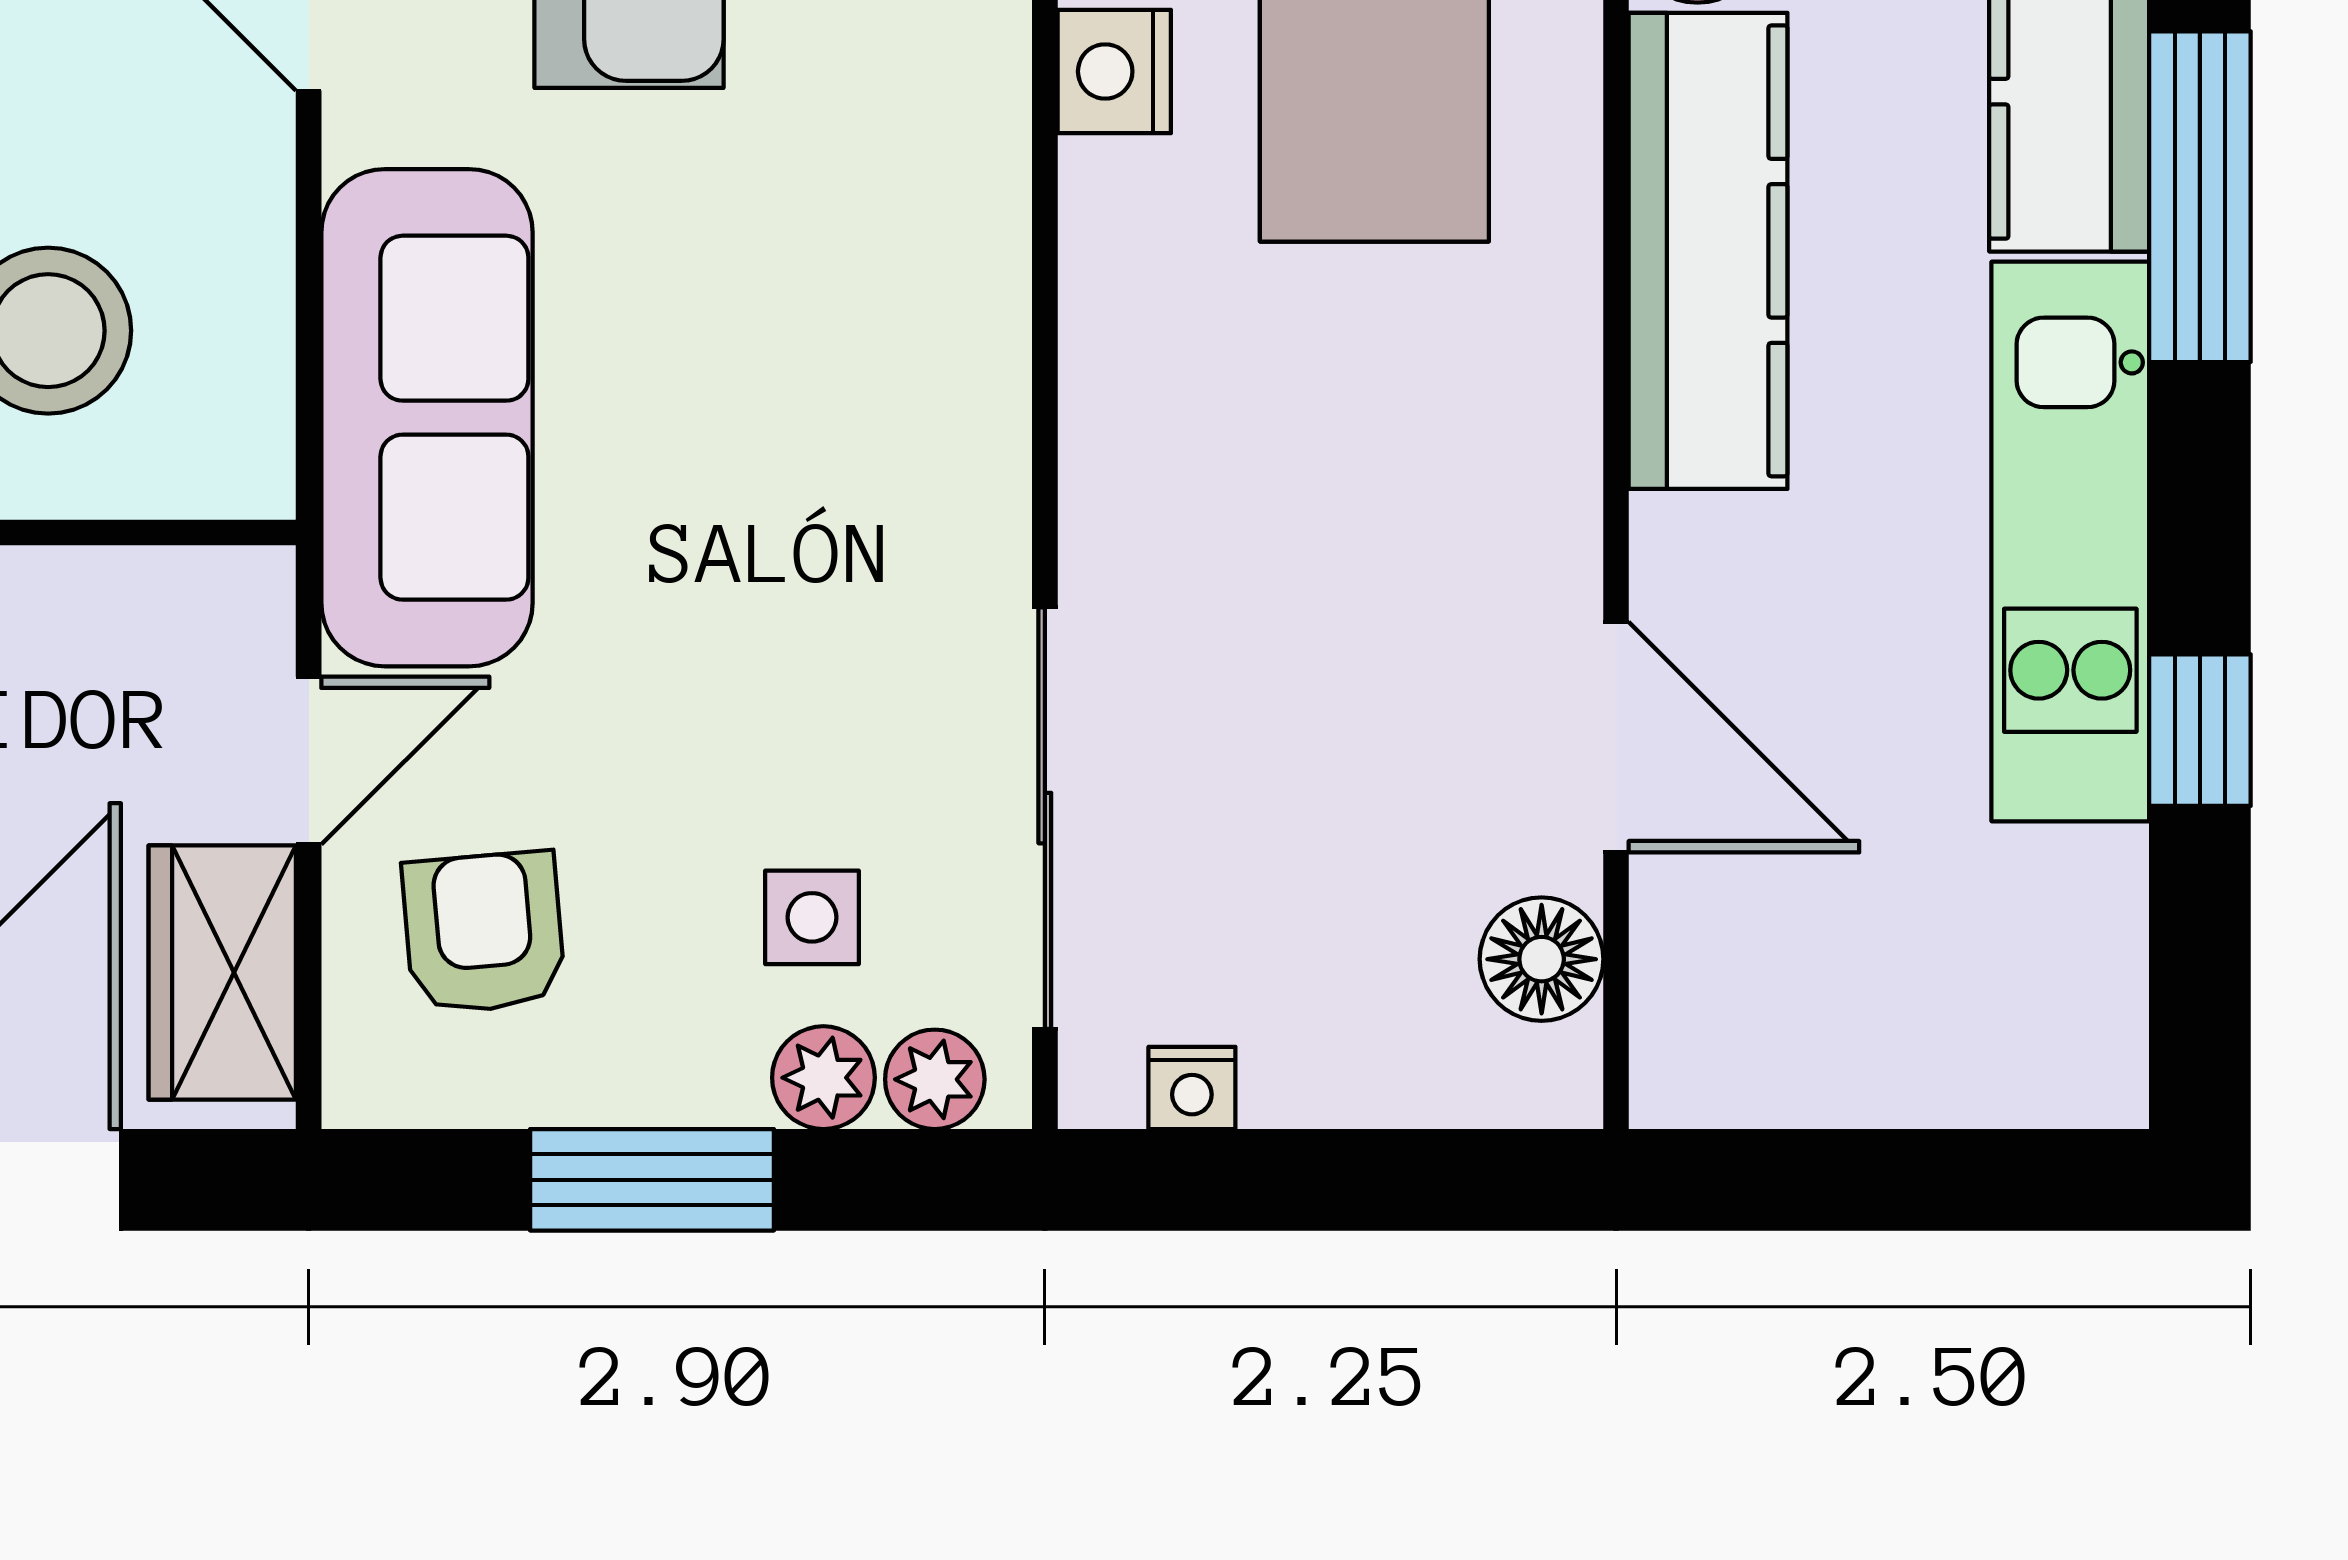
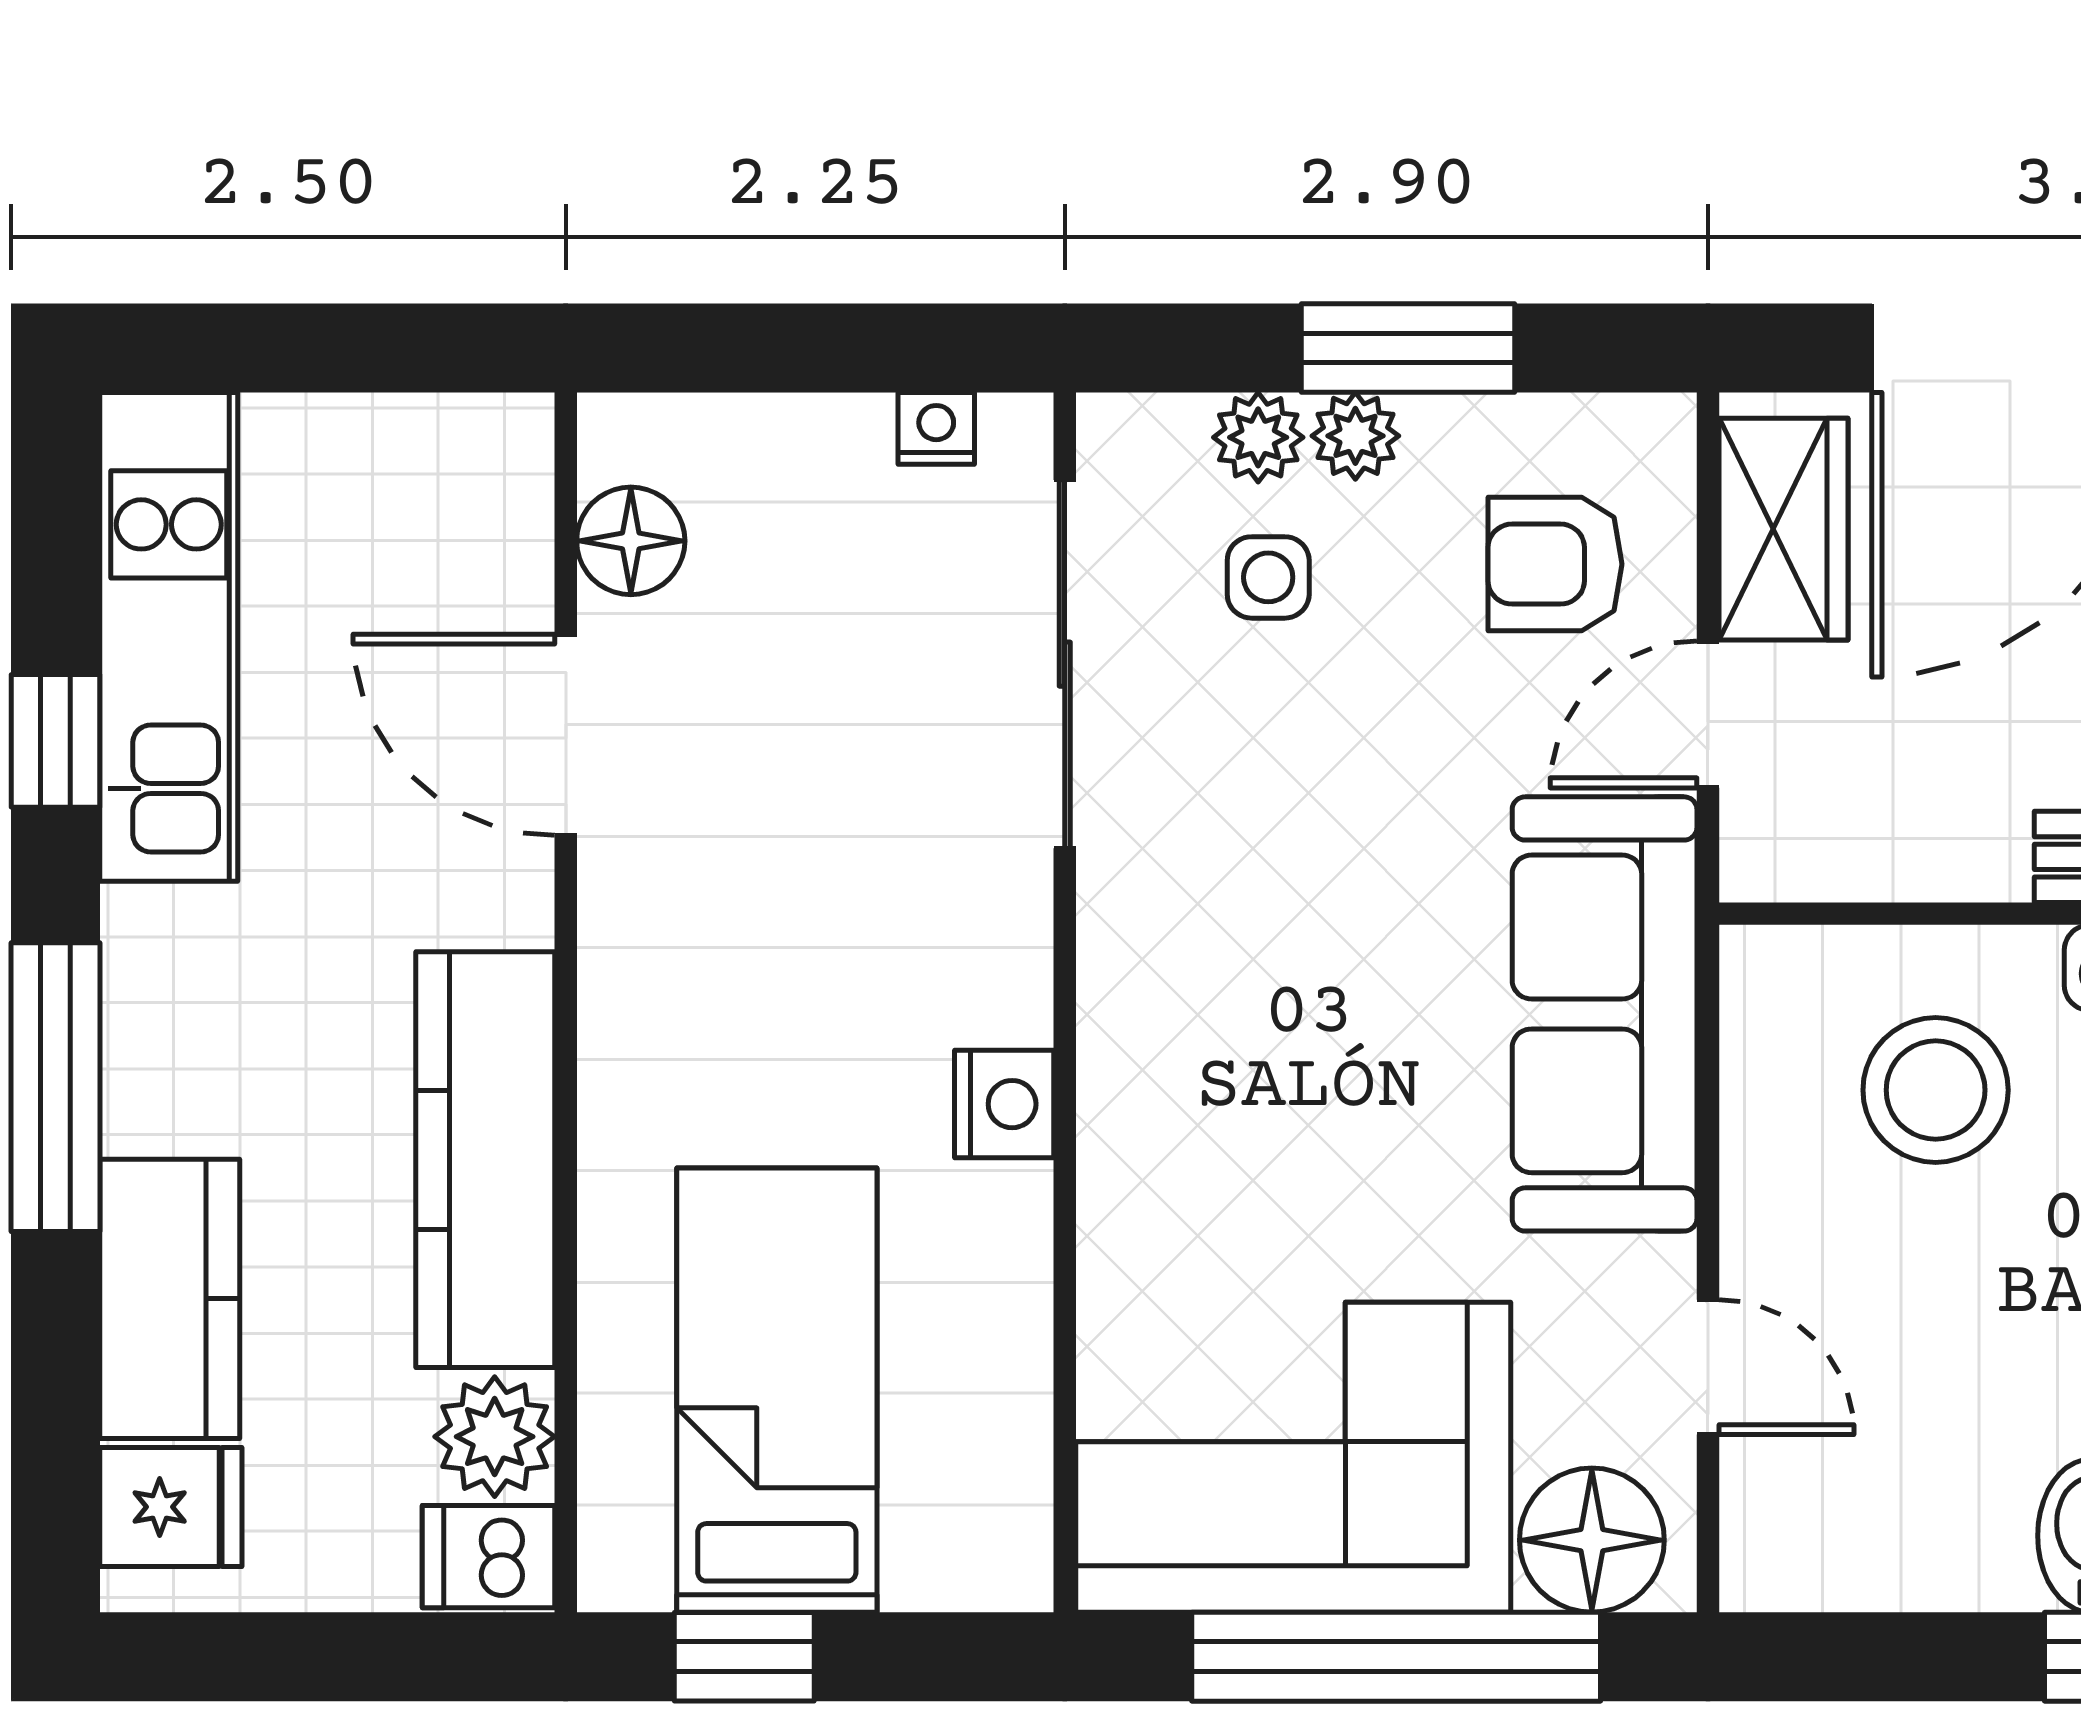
nightstand: (1114, 71) -> (1004, 1104), moved
window: (2200, 197) -> (56, 1087), moved
kitchen unit: (2070, 541) -> (169, 637), moved
armchair: (484, 933) -> (1555, 564), turned 95
plant: (935, 1079) -> (1355, 436), moved

